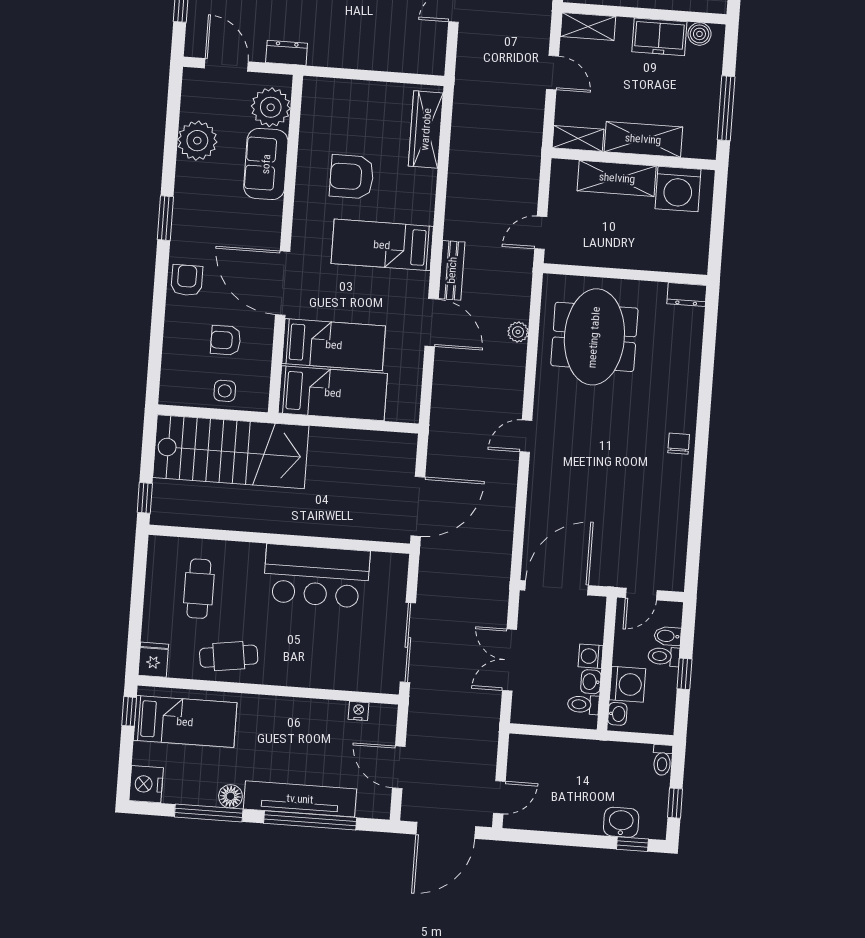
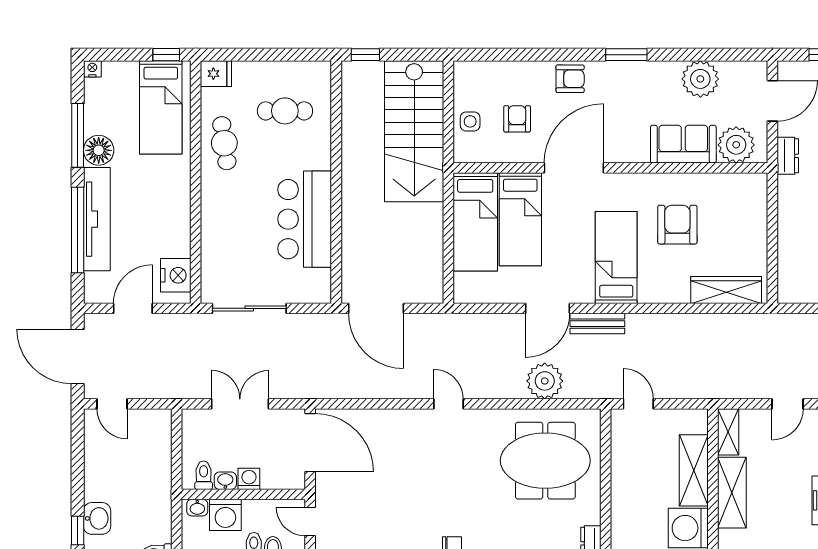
plant: (518, 332) -> (545, 381), width x1.87, depth x1.87
nightstand: (359, 711) -> (176, 275), width x1.89, depth x1.79
nightstand: (146, 784) -> (92, 69), width x0.53, depth x0.56
floor lamp: (230, 796) -> (99, 150), width x1.38, depth x1.38

